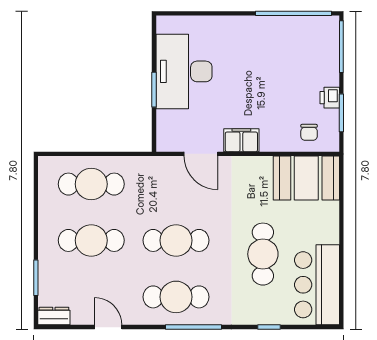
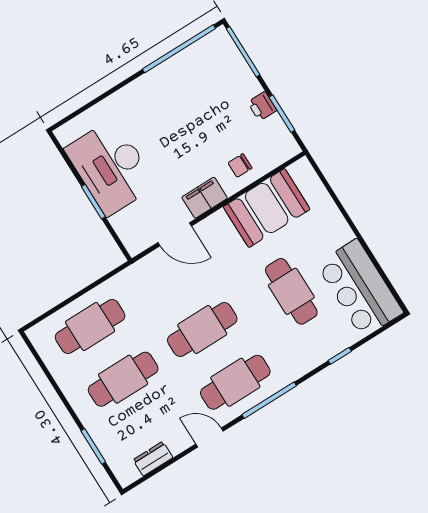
chair: (309, 132) -> (240, 165), moved, turned 90
booth: (306, 178) -> (267, 208), moved
dresser: (54, 316) -> (153, 459), moved
door: (108, 327) -> (210, 438), moved

